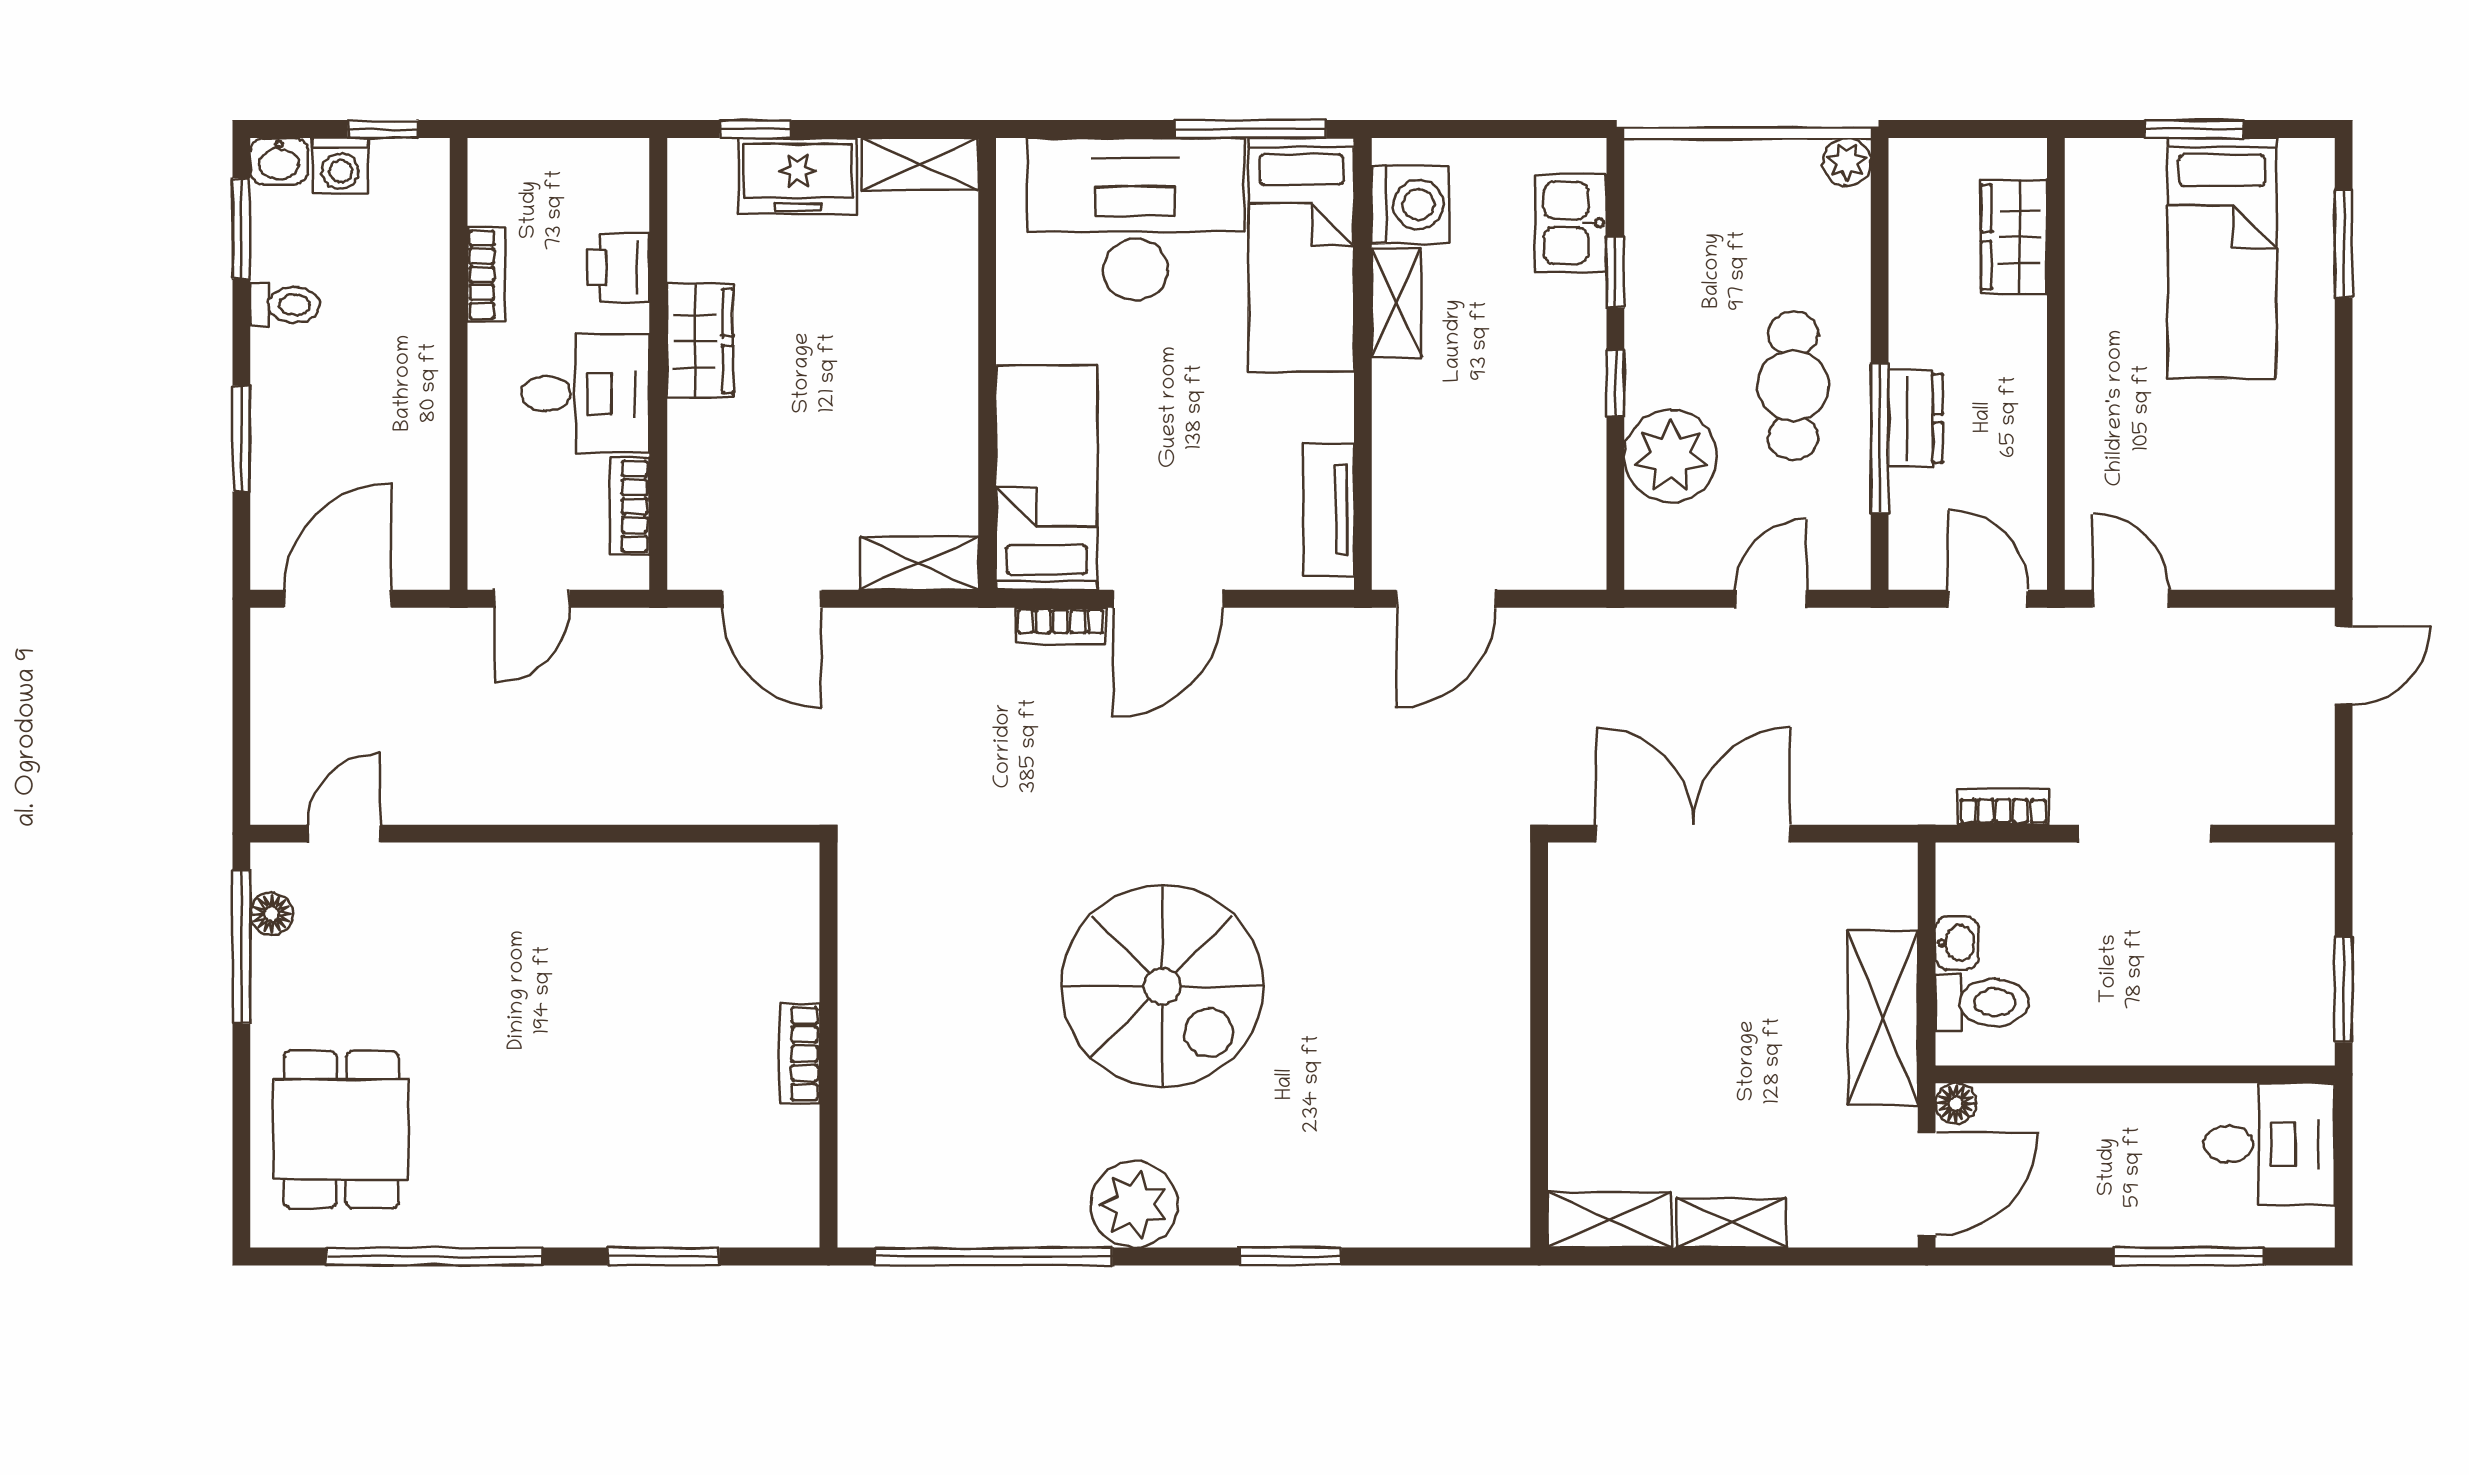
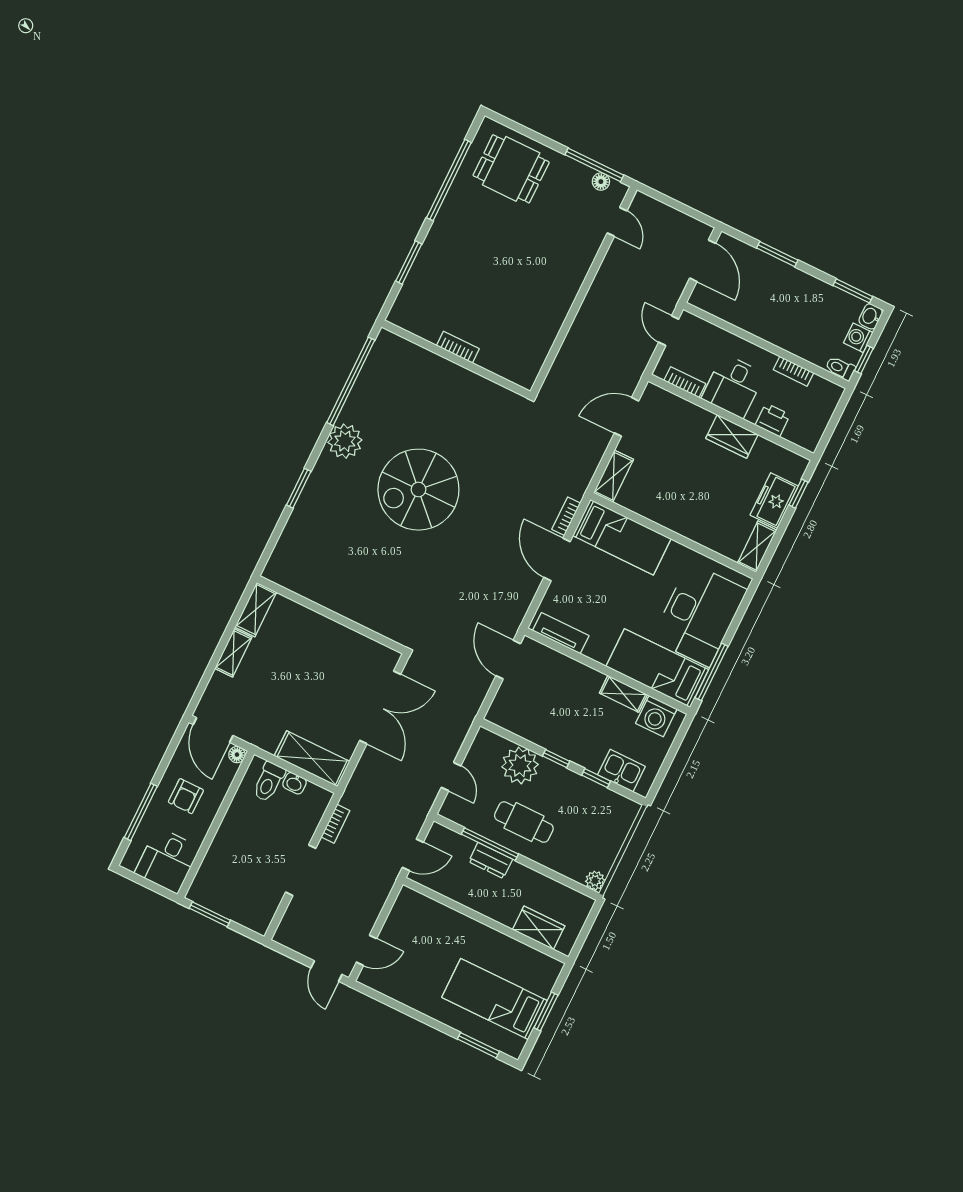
toilet: (285, 305) -> (840, 368), moved, turned 90
door: (2131, 599) -> (366, 950), moved
shelving: (1883, 1018) -> (312, 759), moved
armchair: (2105, 1173) -> (186, 796), added

